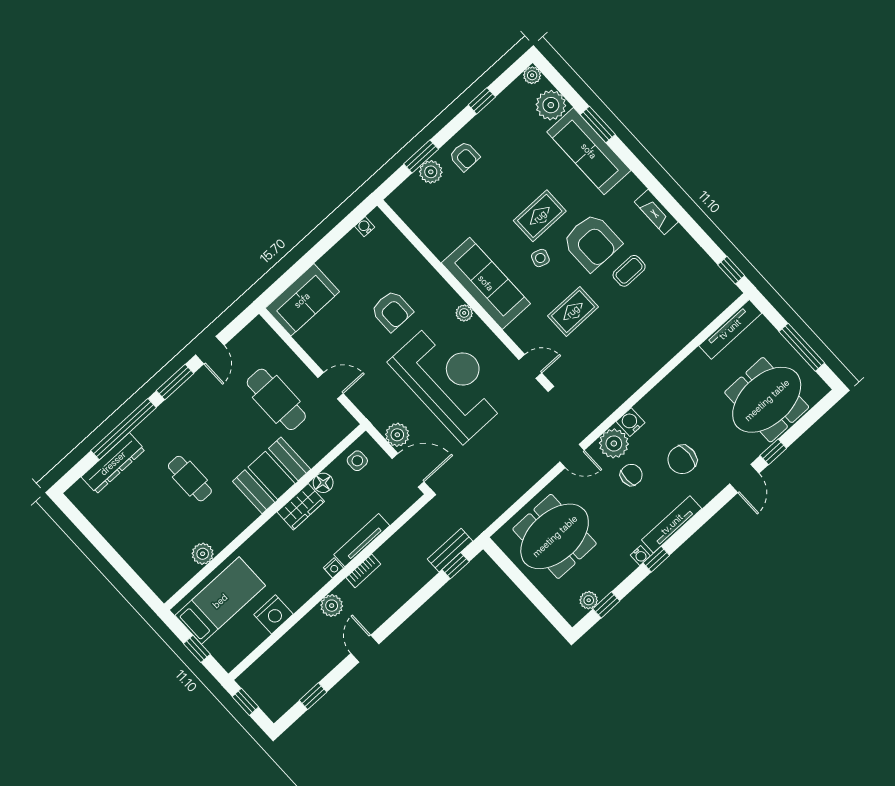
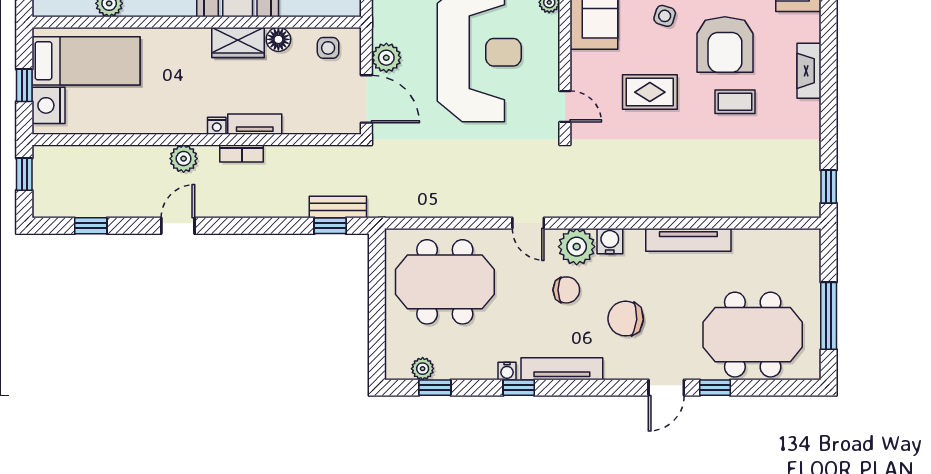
tv unit: (730, 329) -> (688, 240), moved
tv unit: (362, 540) -> (255, 124), width x0.71
nightstand: (273, 614) -> (49, 105), moved, turned 90

